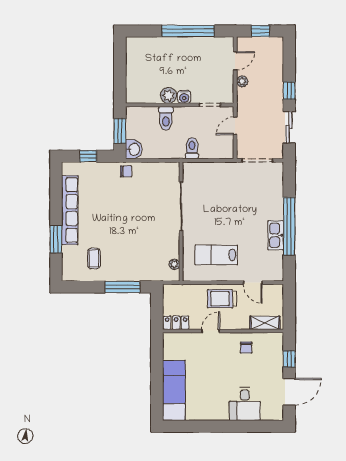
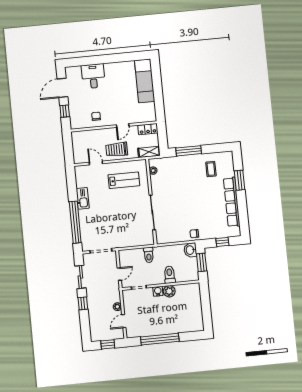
window: (289, 226) -> (75, 222), moved
trolley: (222, 299) -> (117, 149), turned 180
shelving: (265, 323) -> (149, 152), moved

